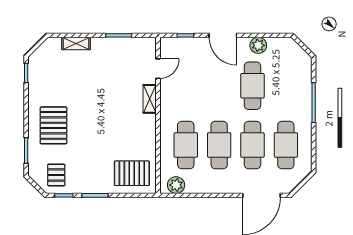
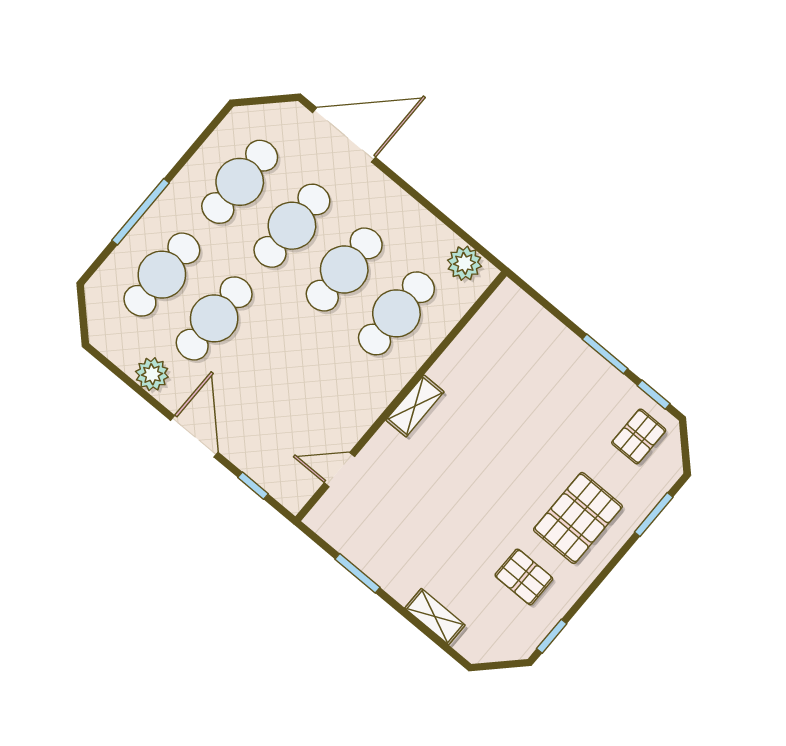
cafe table: (286, 86) -> (162, 275), added
shelving: (150, 99) -> (415, 406), moved
pallet: (132, 173) -> (524, 577), moved, width x0.67, depth x0.71

